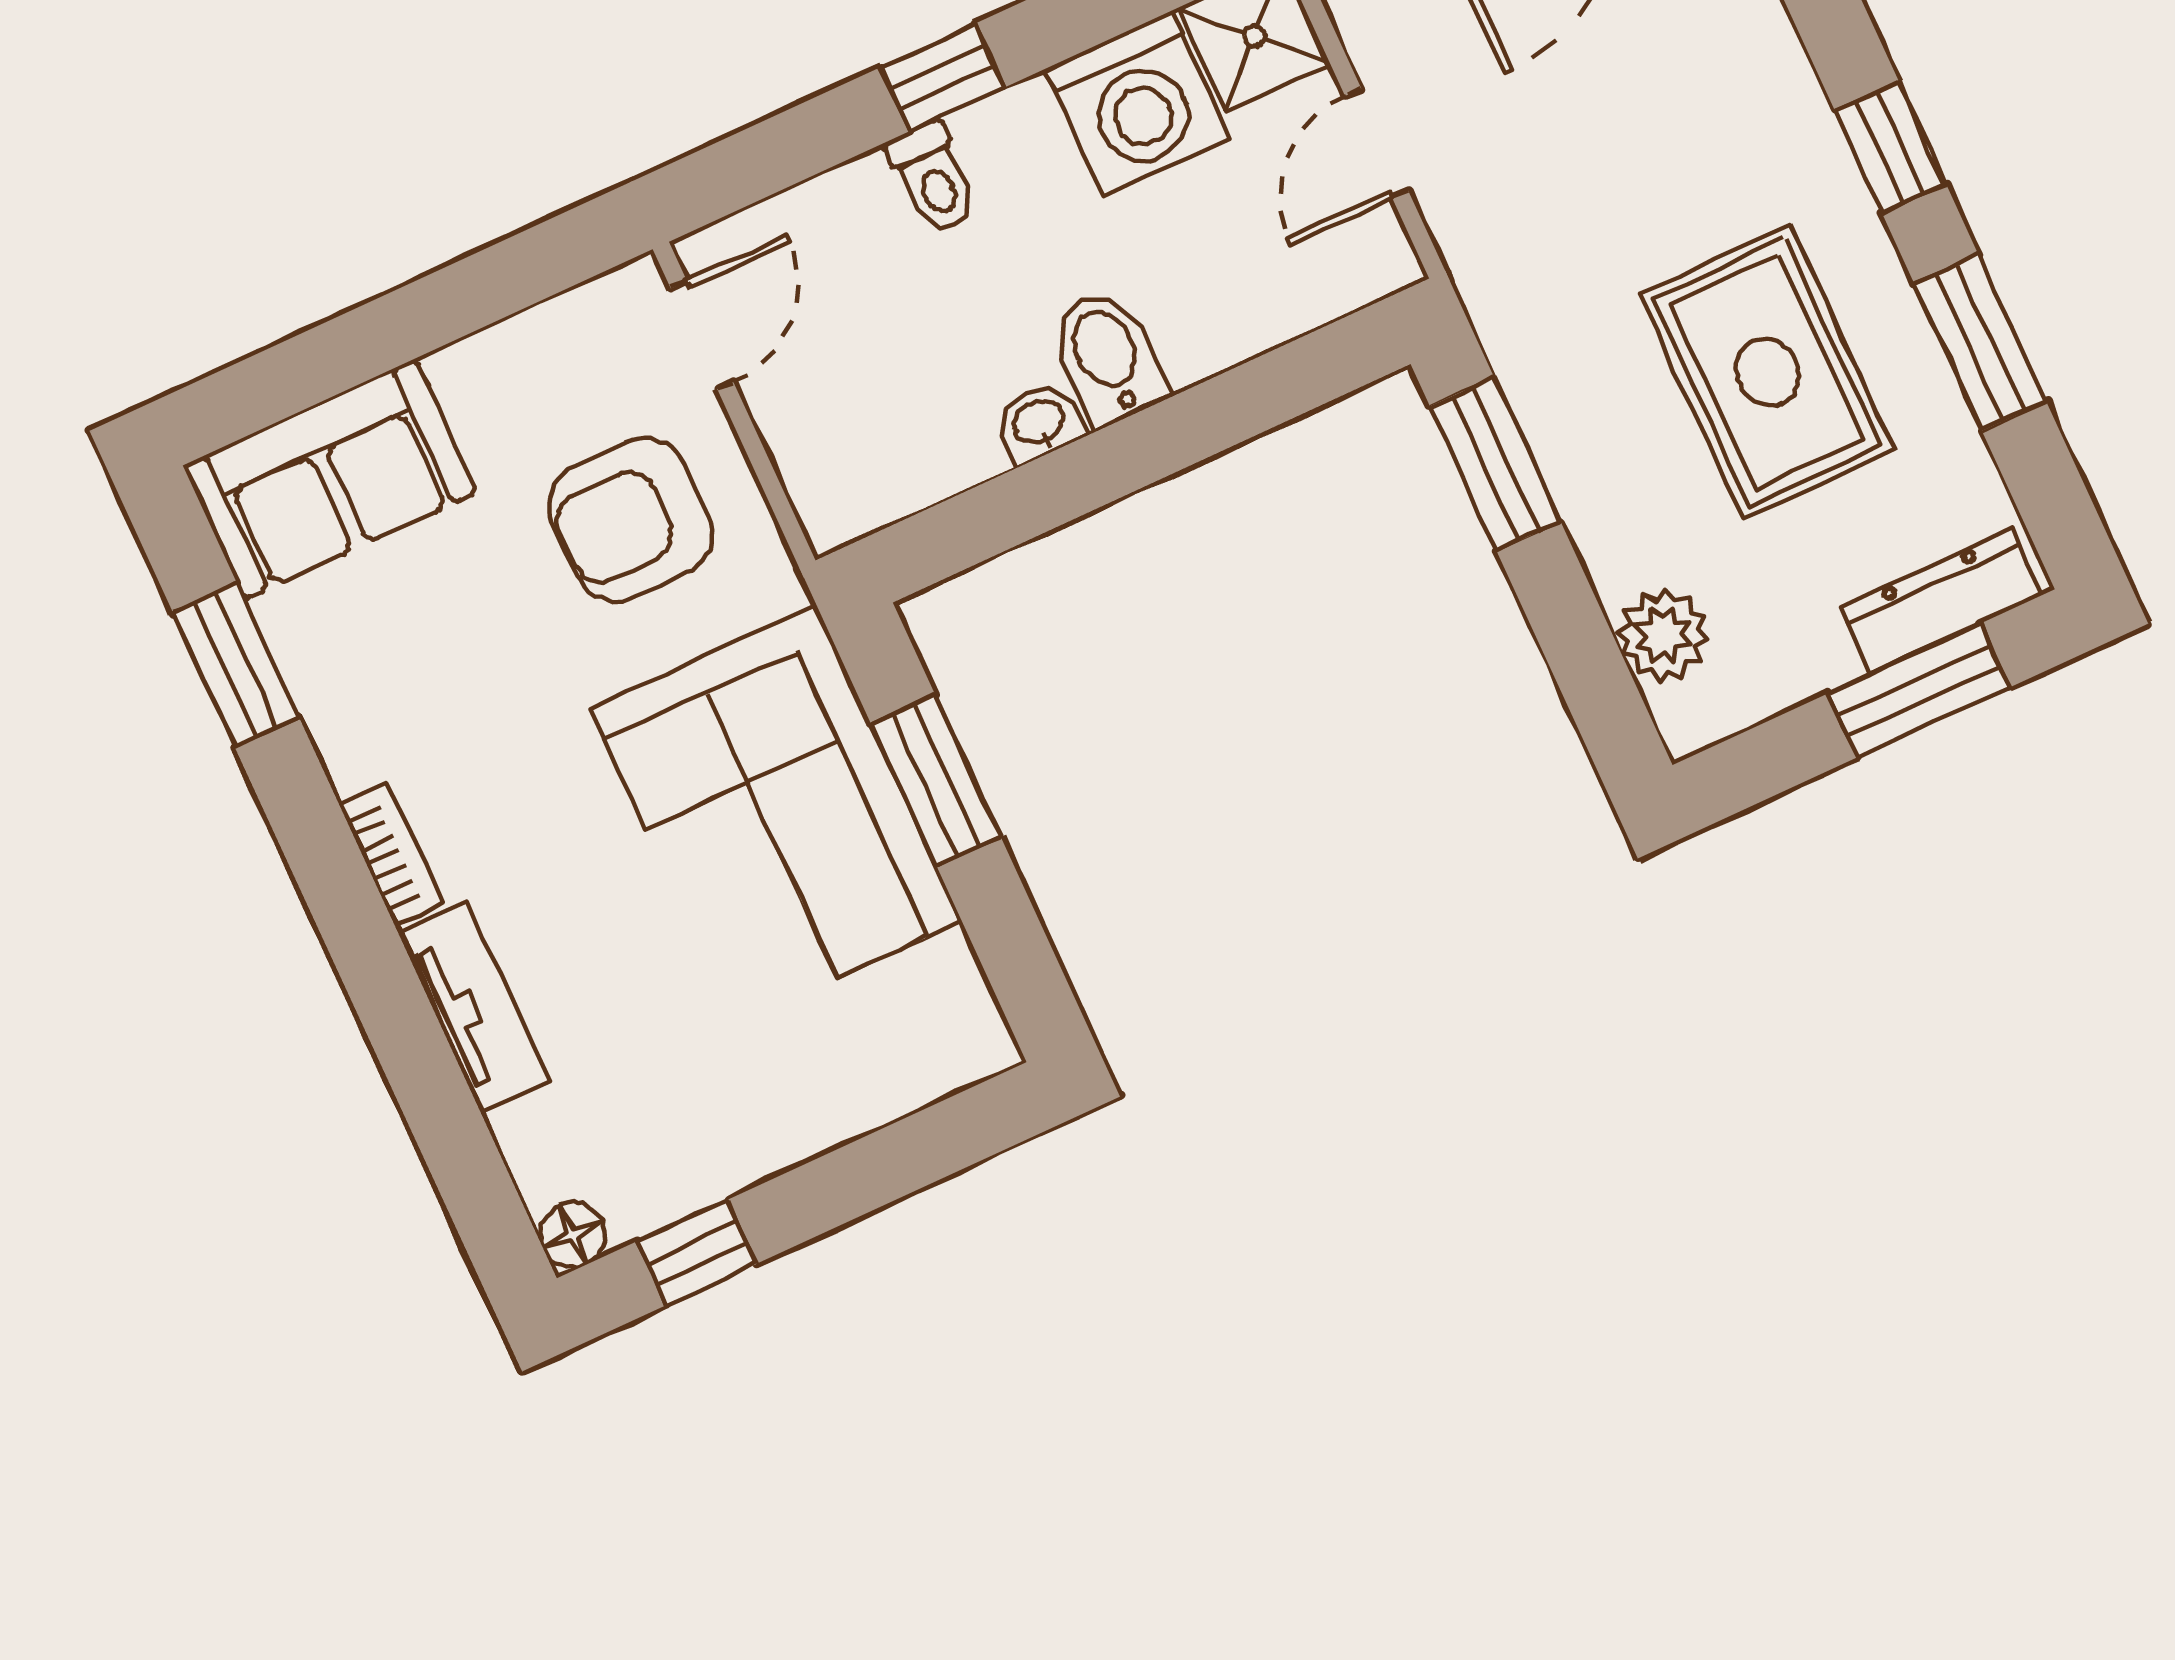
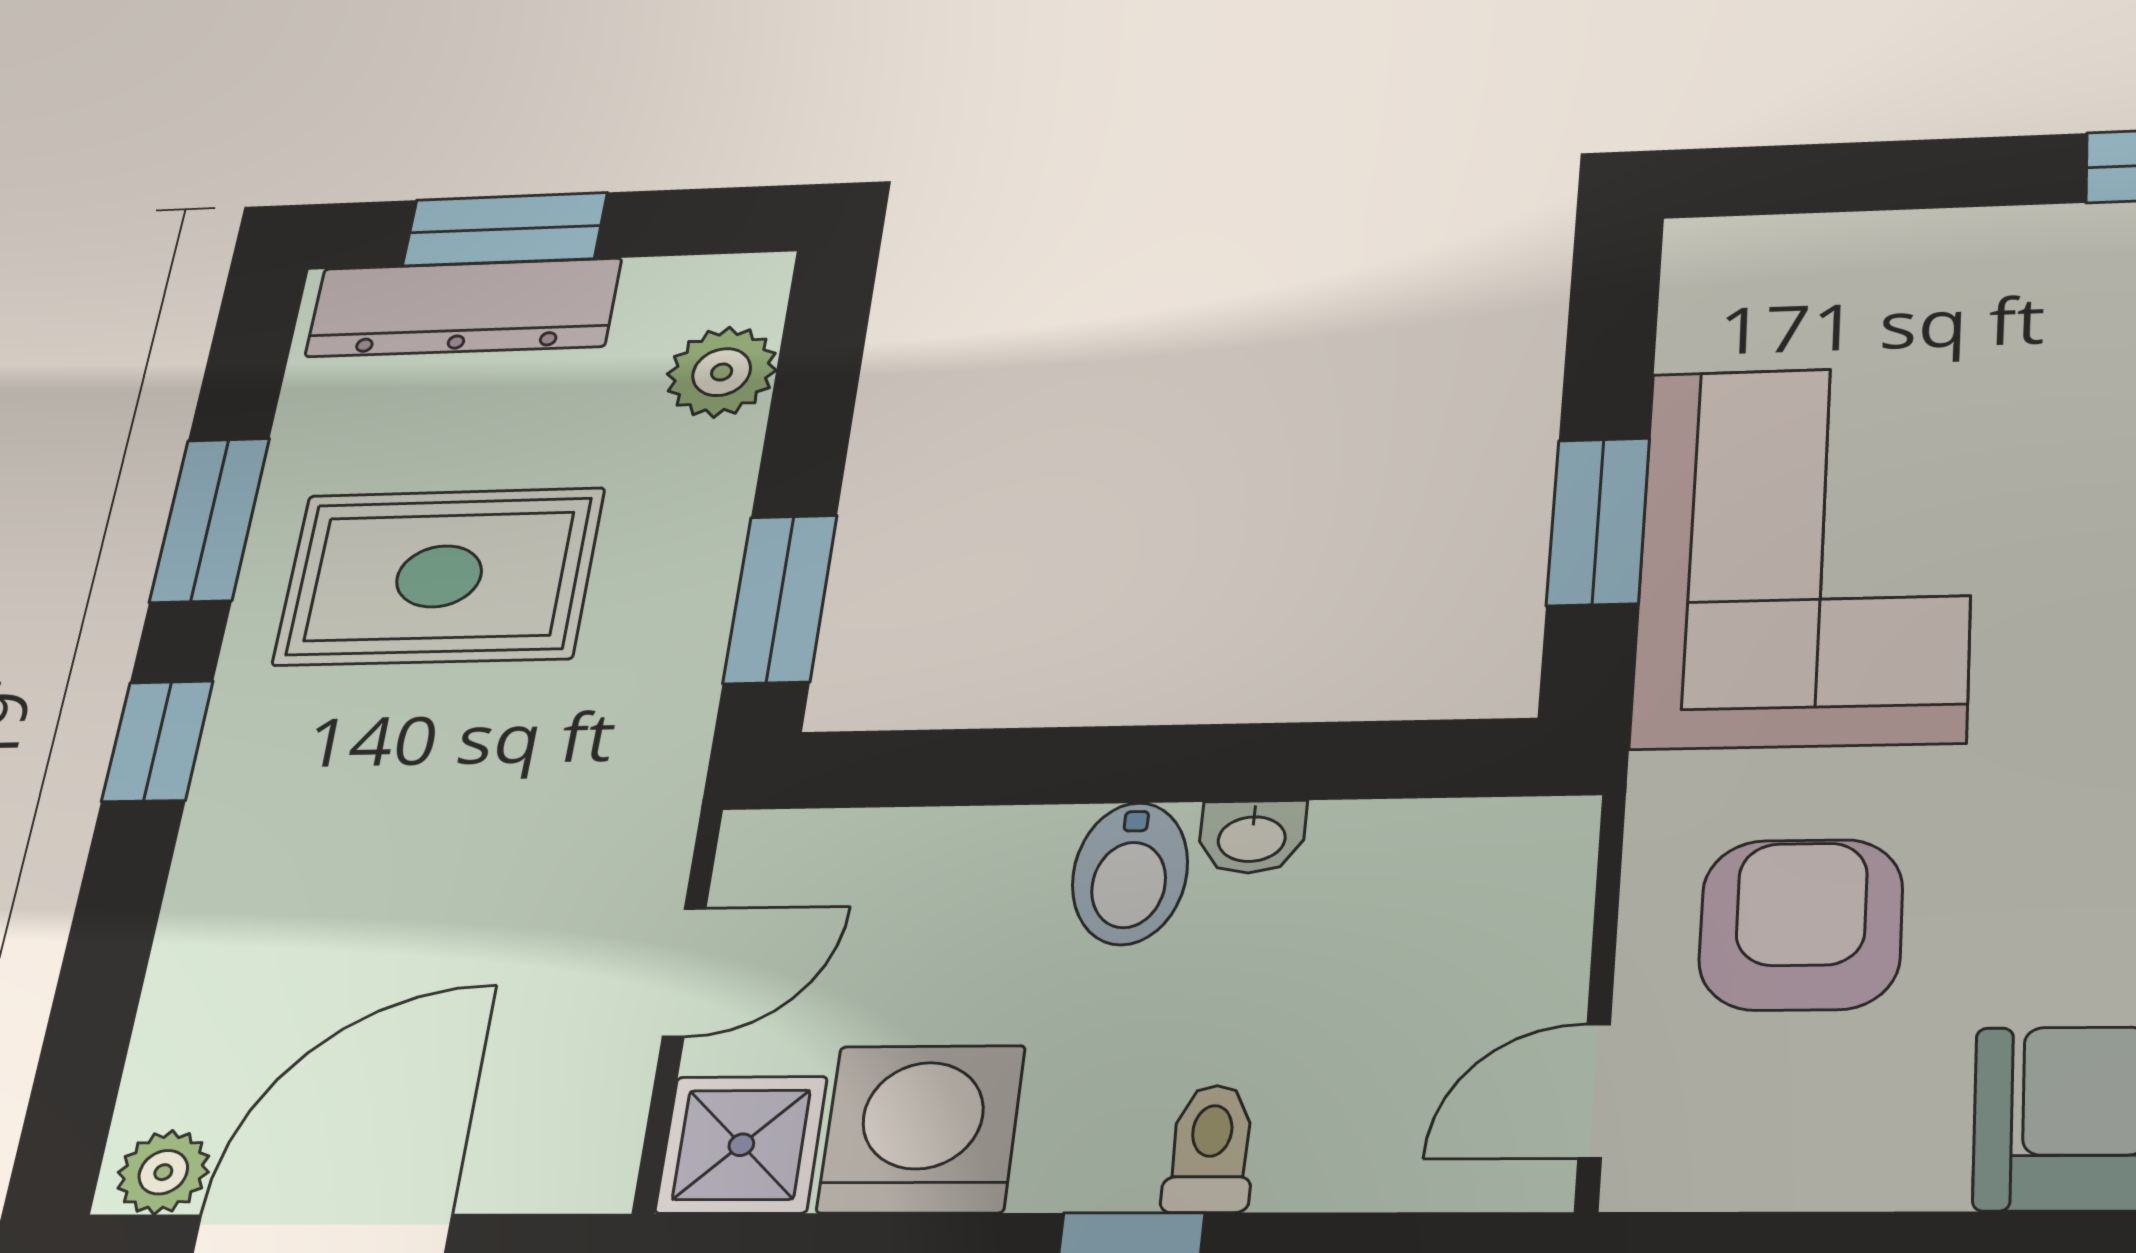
rug: (1767, 372) -> (439, 576), turned 90
armchair: (630, 520) -> (1801, 925), turned -90
dresser: (1941, 601) -> (463, 307), width x1.37, depth x1.24

